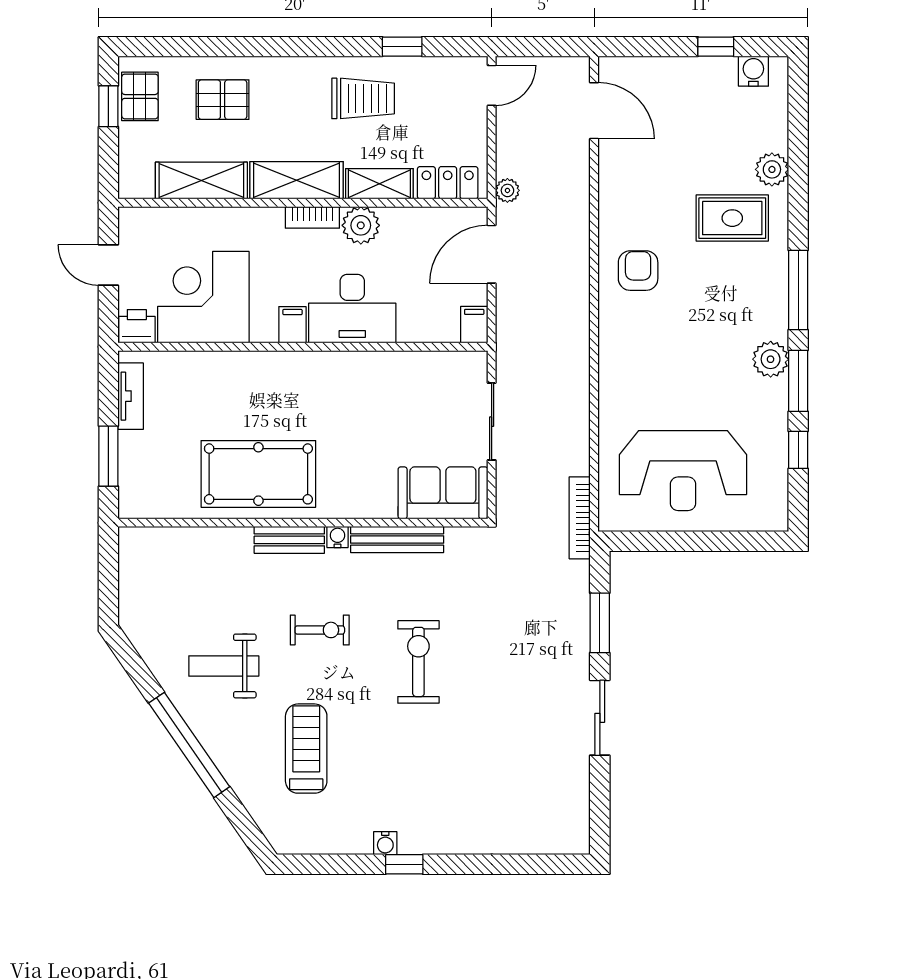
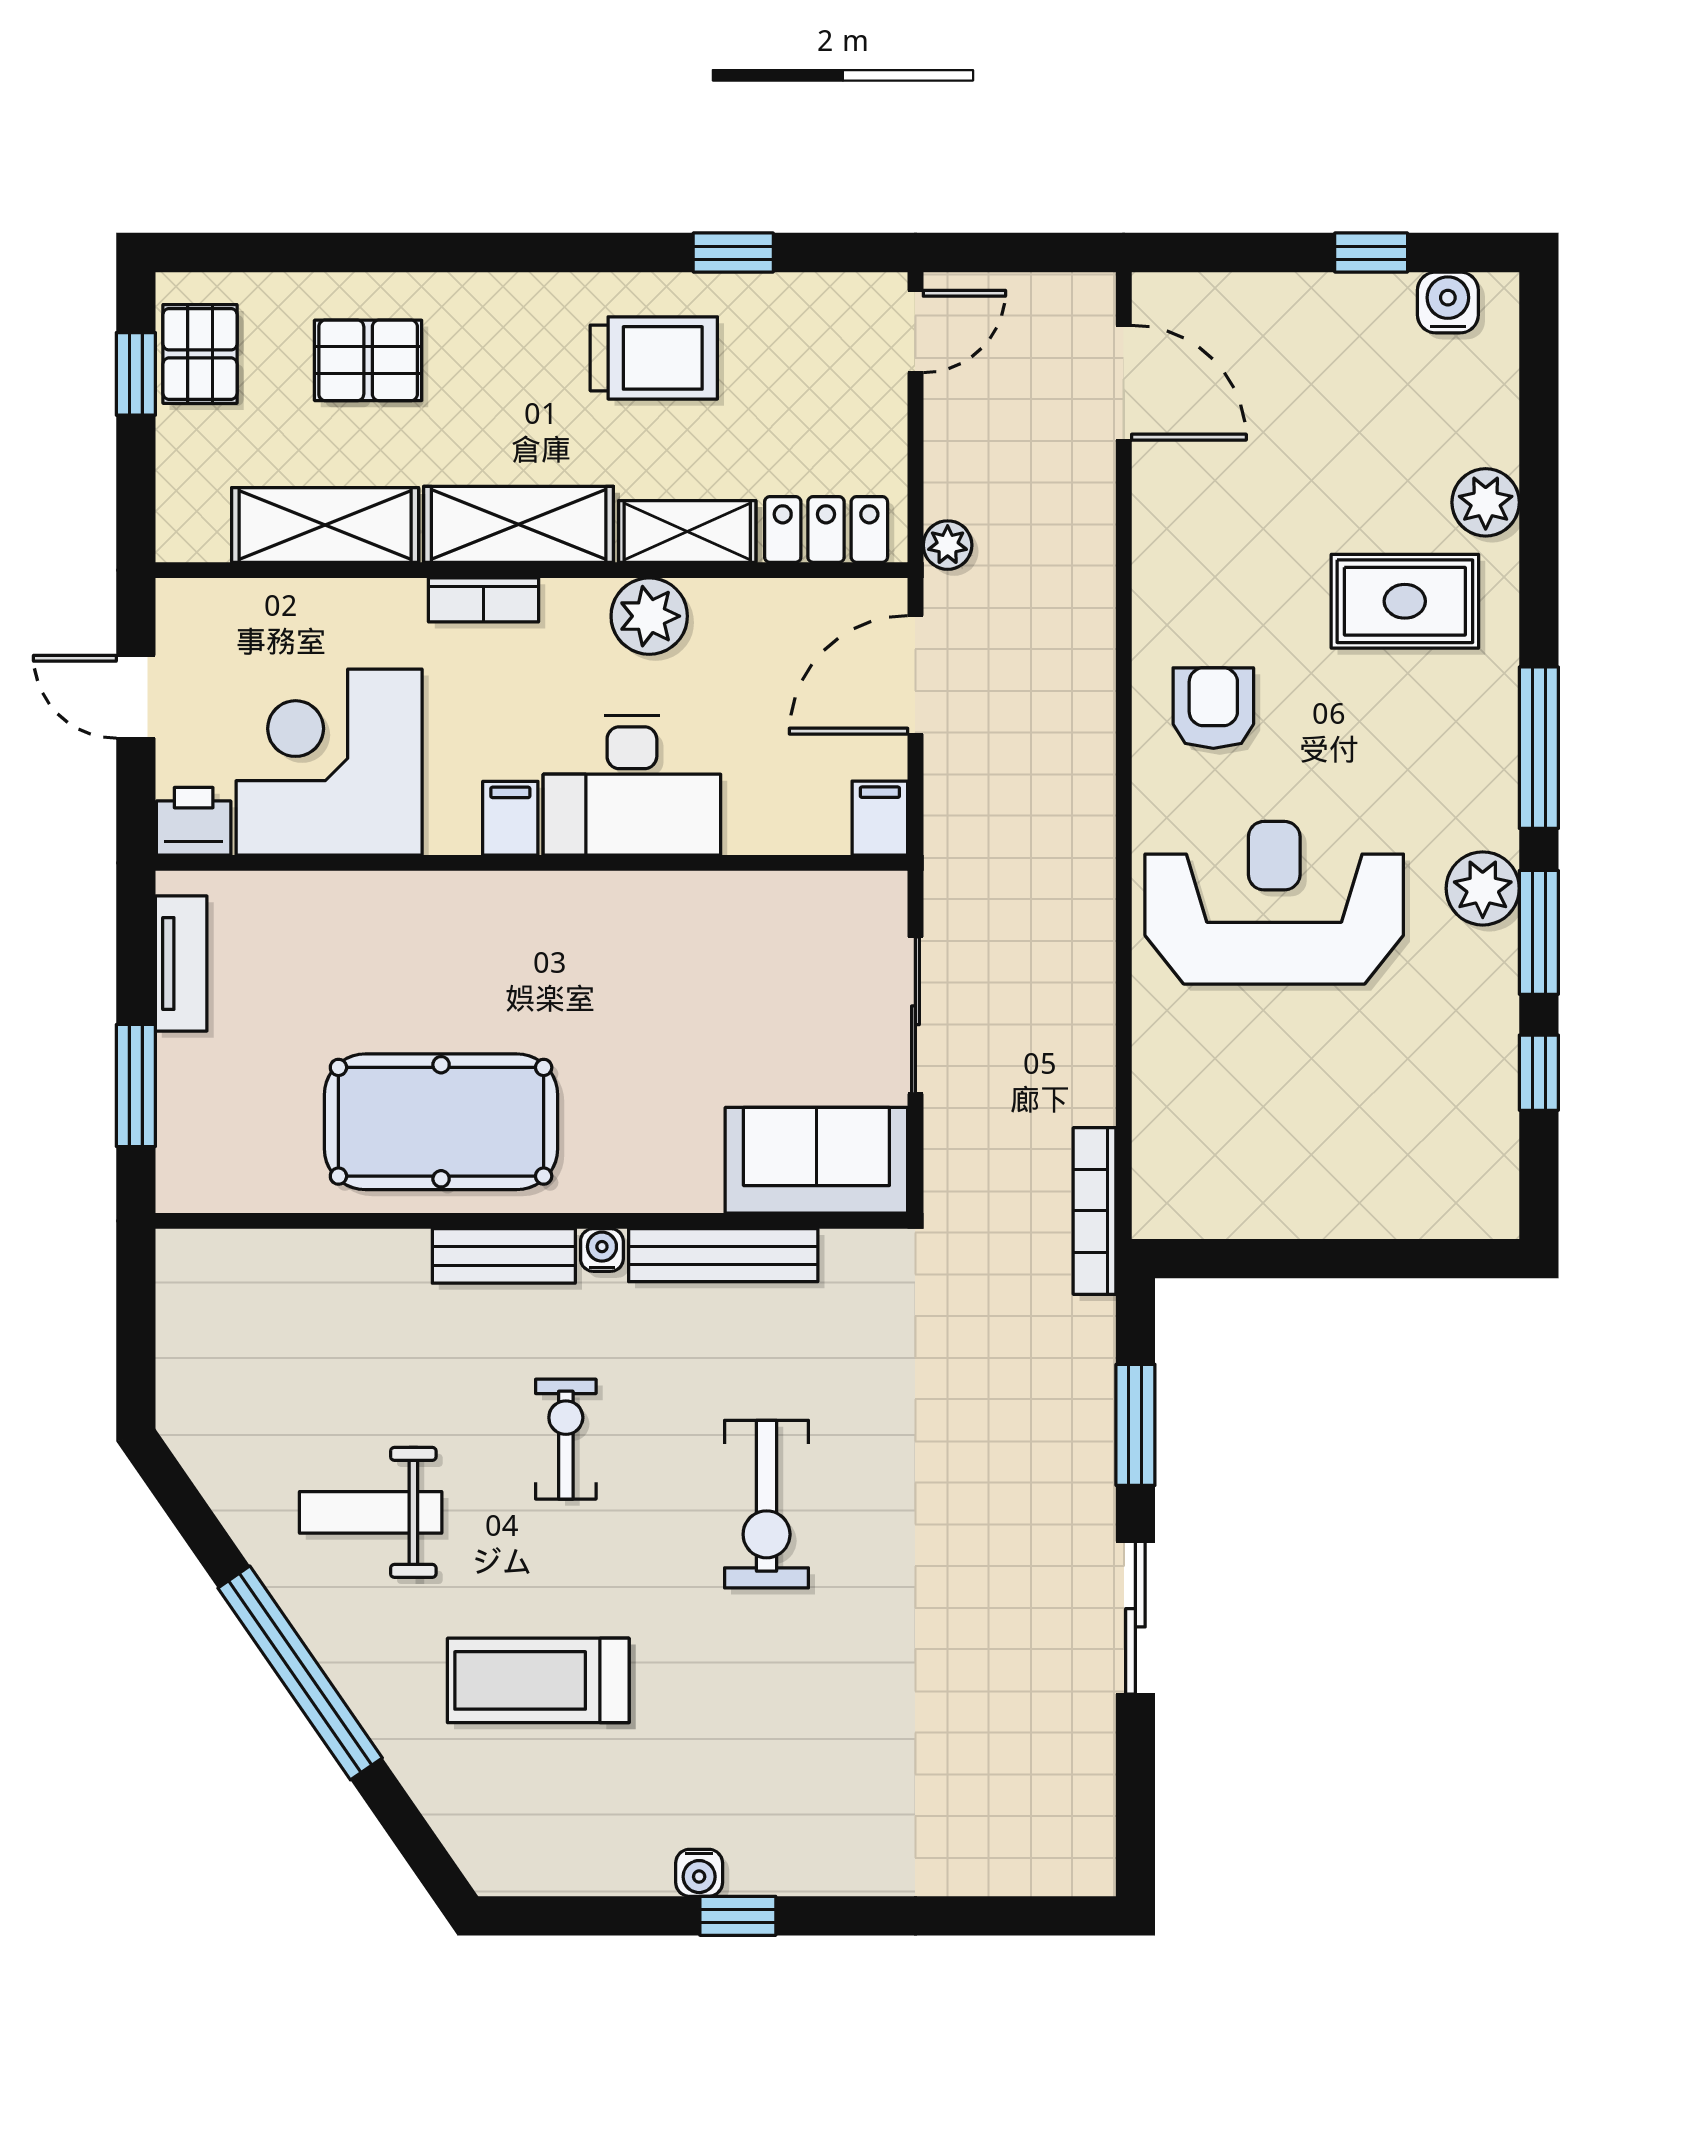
bookcase: (312, 217) -> (483, 600), moved
reception desk: (683, 471) -> (1274, 903), moved, turned 180
exercise bike: (320, 630) -> (566, 1439), turned -90
exercise bike: (418, 662) -> (767, 1504), turned 180
treadmill: (306, 749) -> (538, 1680), turned -90

